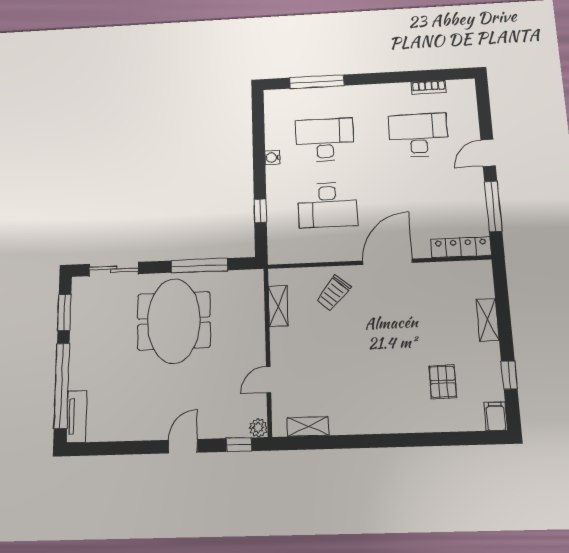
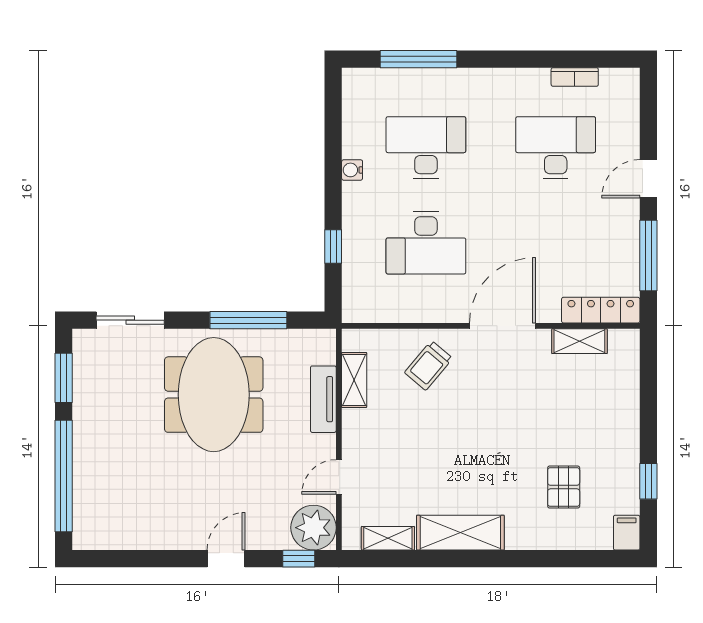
shelving: (488, 320) -> (579, 341), moved, turned 90
tv unit: (77, 416) -> (323, 399), moved, turned 180
shelving: (364, 420) -> (460, 533), added
plant: (258, 428) -> (314, 528), width x1.88, depth x1.88

